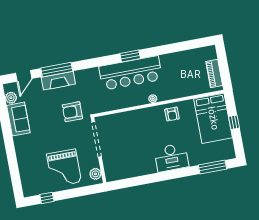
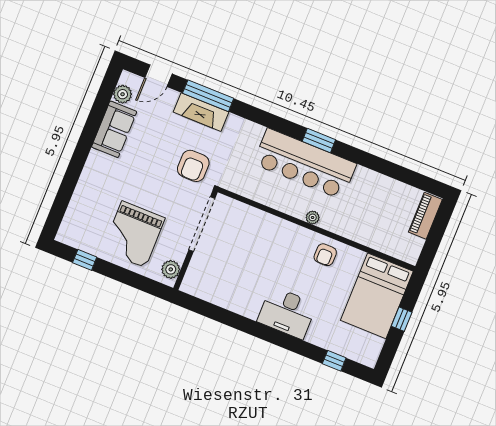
piano: (214, 73) -> (425, 216), moved
armchair: (72, 112) -> (193, 166), turned -90
window: (212, 167) -> (334, 361), width x0.46

